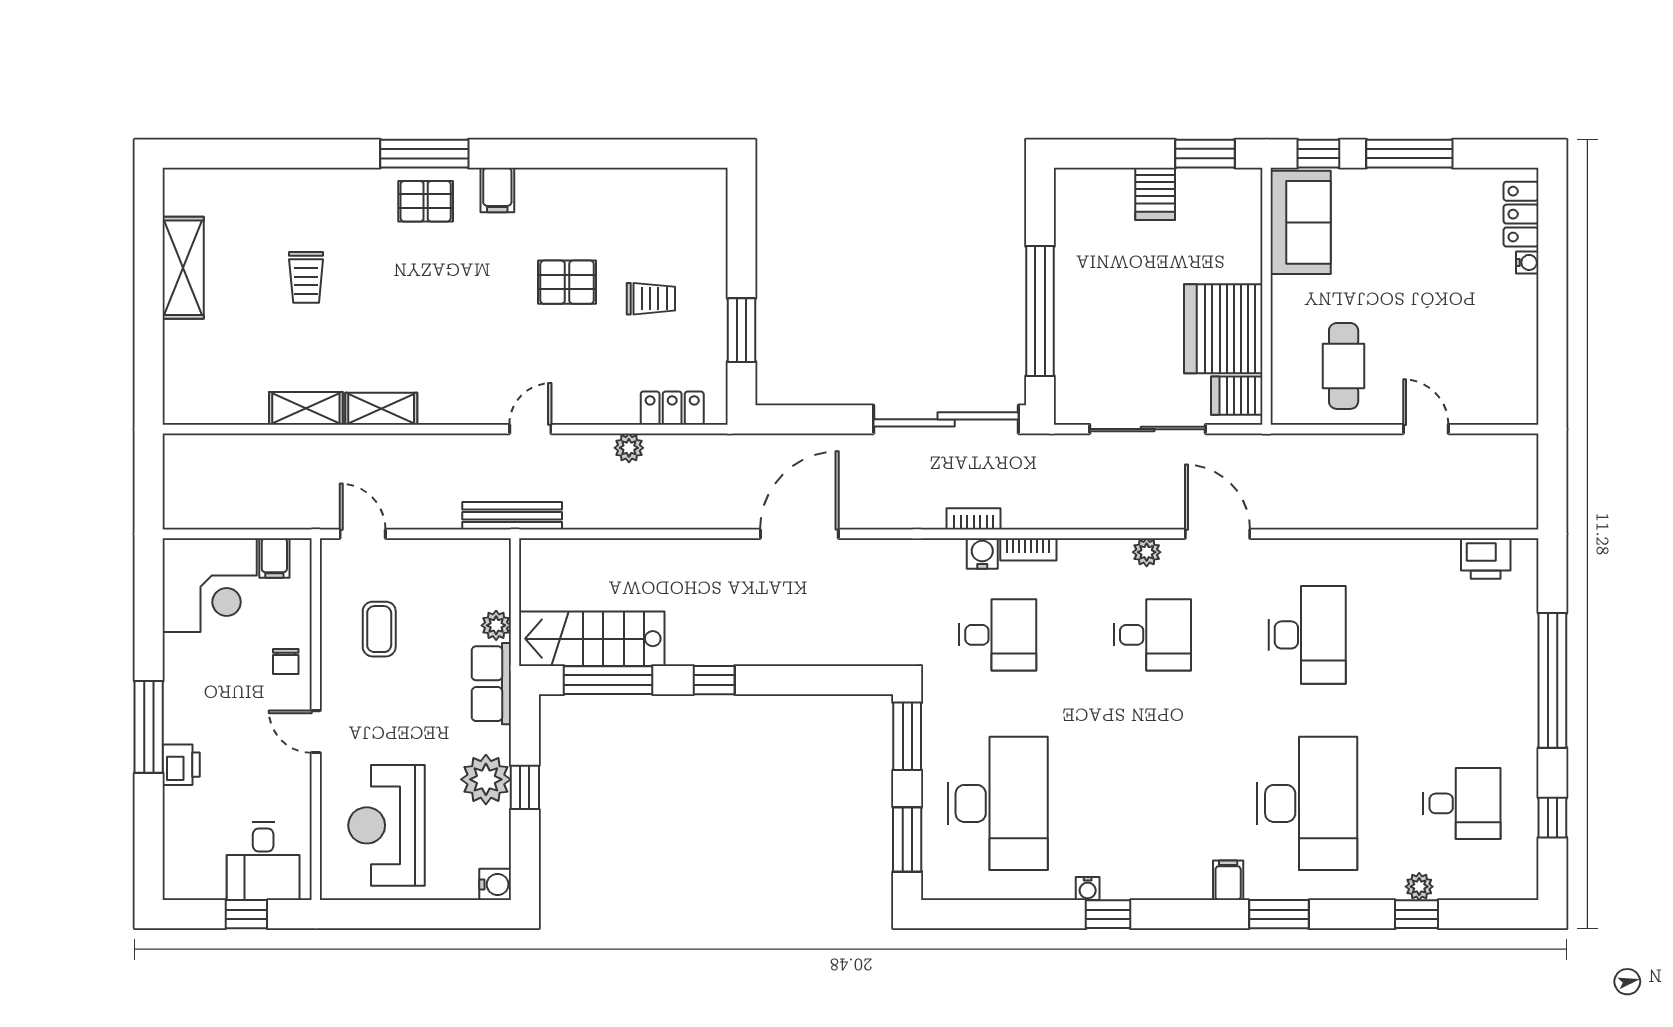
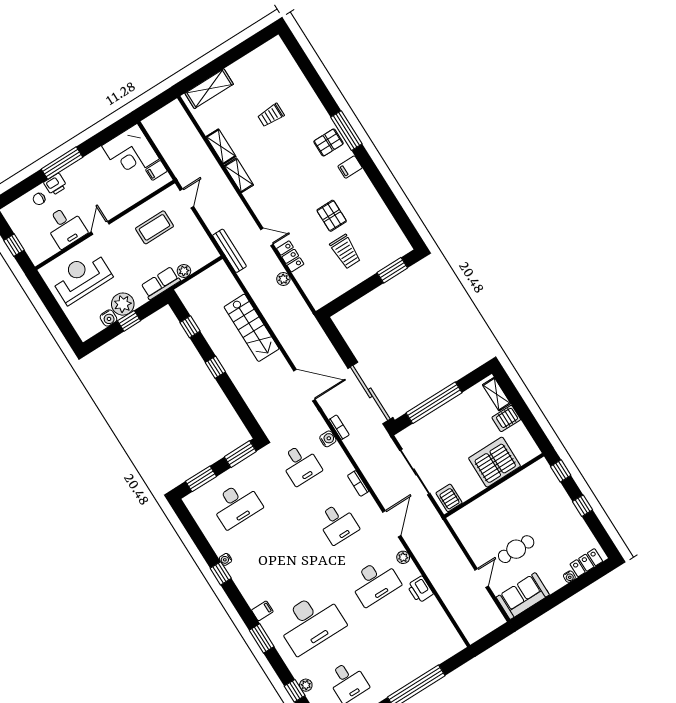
window: (1205, 154) -> (534, 428), removed
window: (1409, 154) -> (583, 506), width x0.46
shelving: (1098, 183) -> (497, 394), added
pallet: (426, 201) -> (329, 142), turned 90
sofa: (1301, 222) -> (523, 596), moved, turned 180
shelving: (183, 268) -> (209, 89), moved
trolley: (651, 299) -> (345, 252), width x1.36, depth x1.39
server rack: (1223, 329) -> (495, 462), moved
window: (742, 330) -> (392, 270), moved
cafe table: (1344, 366) -> (516, 549), moved
locker: (672, 408) -> (290, 256), moved
door: (799, 534) -> (304, 385), moved
bookcase: (1028, 549) -> (358, 483), moved
plant: (1147, 552) -> (403, 557), moved
printer: (1486, 559) -> (420, 590), moved
coffee table: (379, 629) -> (154, 227), width x1.36, depth x1.30
stairs: (592, 639) -> (252, 328), moved, turned 180
chair: (286, 662) -> (39, 199), moved
window: (608, 680) -> (190, 327), width x0.46
desk: (998, 803) -> (236, 505), width x0.73, depth x0.77
desk: (263, 861) -> (66, 227), moved, turned -90
water cooler: (495, 884) -> (108, 318), moved

